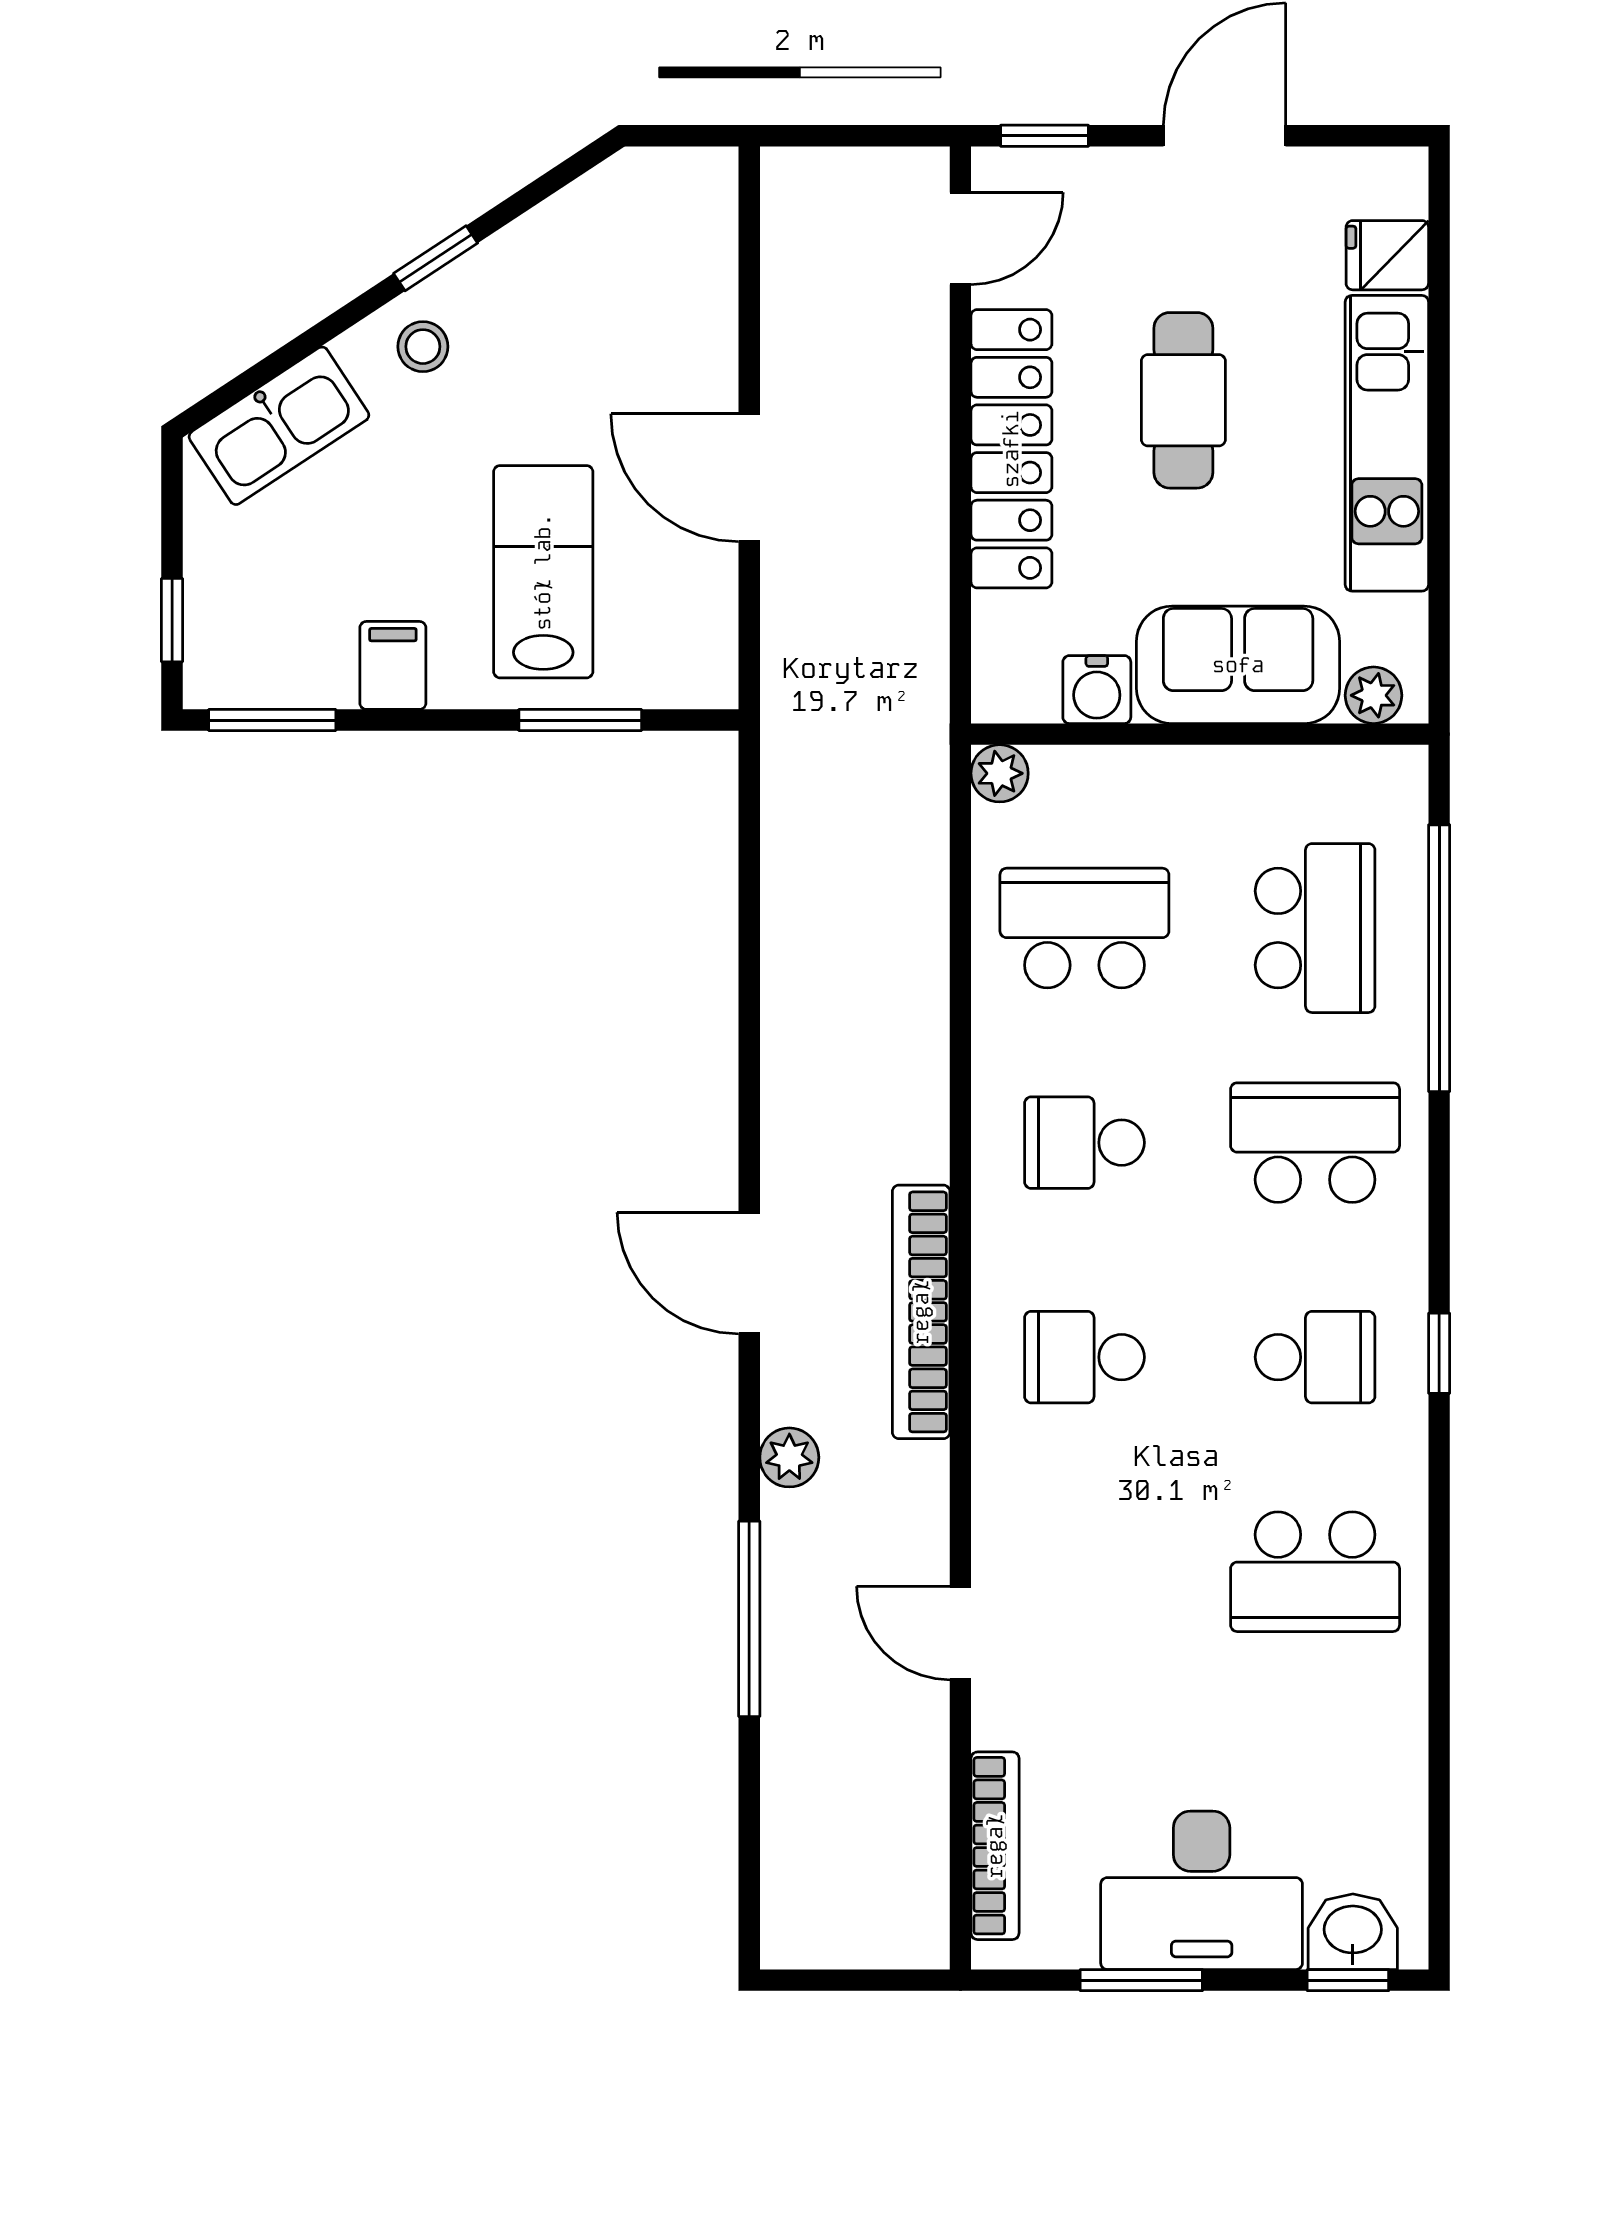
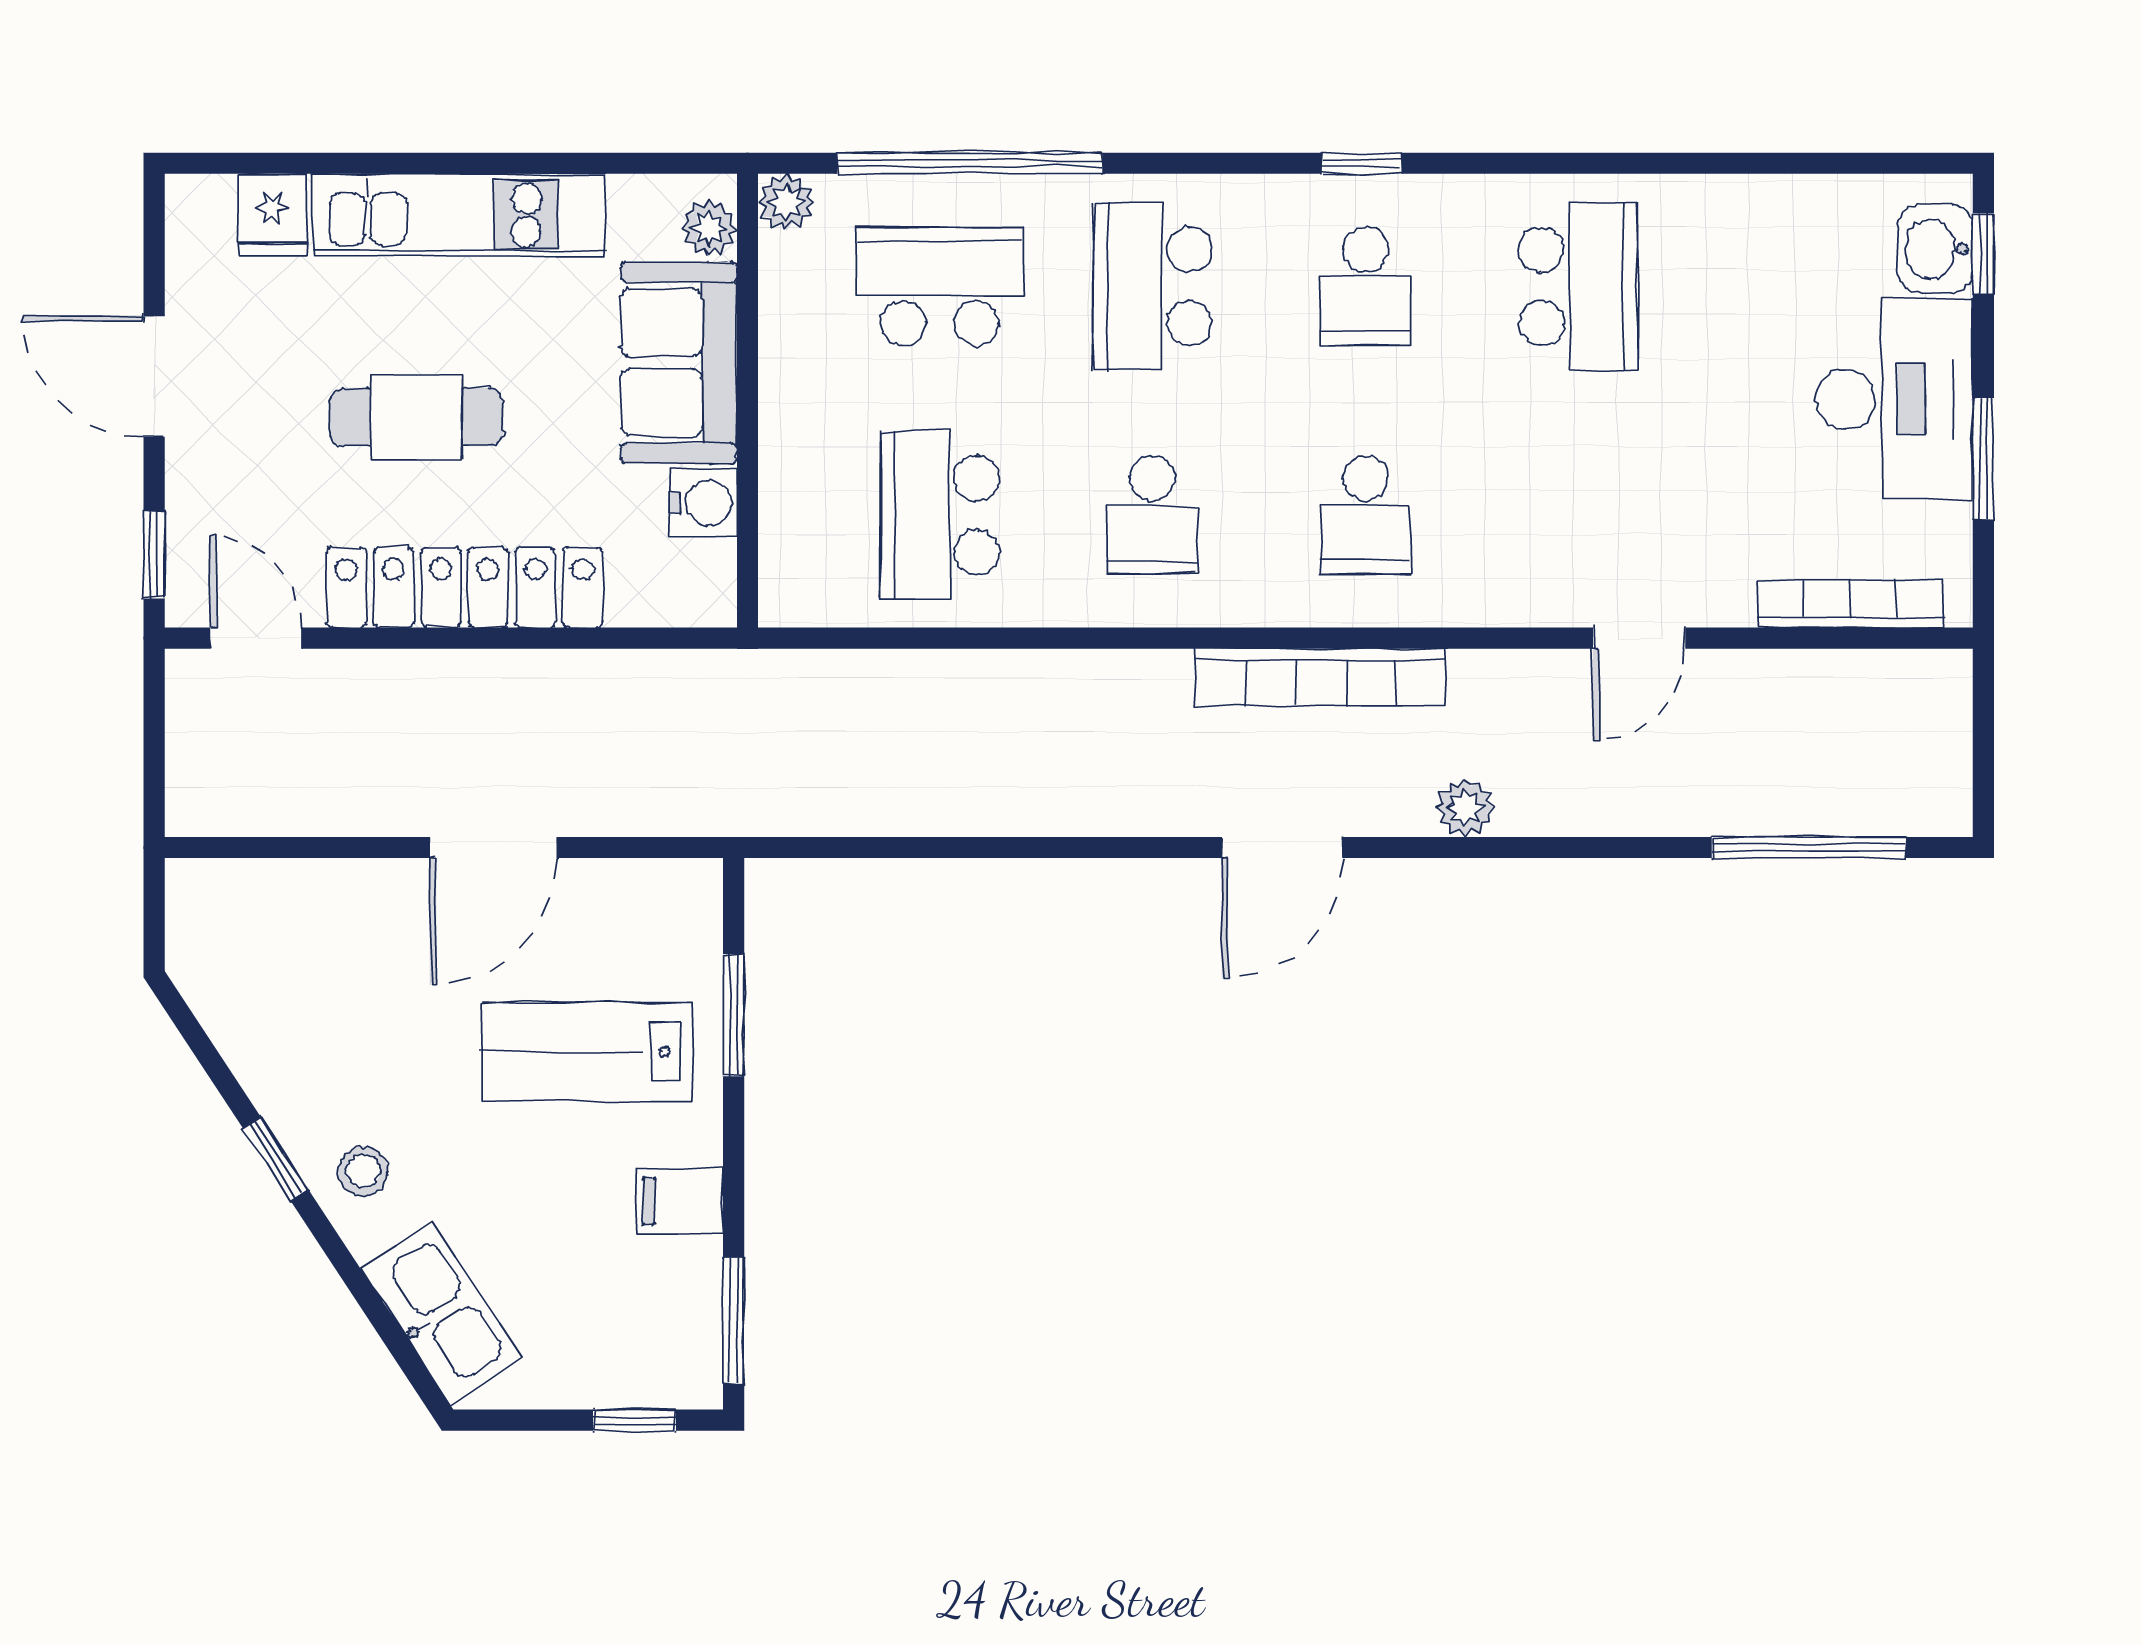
plant: (1000, 773) -> (786, 202), moved
school desk: (1315, 1357) -> (1365, 286), turned 180
window: (749, 1619) -> (1809, 848), moved

